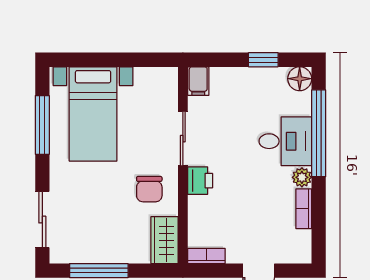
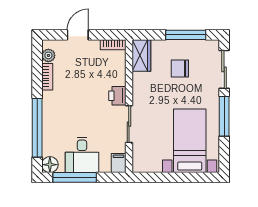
window: (263, 60) -> (75, 177), width x2.17
window: (42, 125) -> (224, 116), moved
desk: (285, 141) -> (82, 155), moved, turned -90
plant: (302, 177) -> (48, 55), moved
chair: (149, 189) -> (180, 68), moved, turned -90

